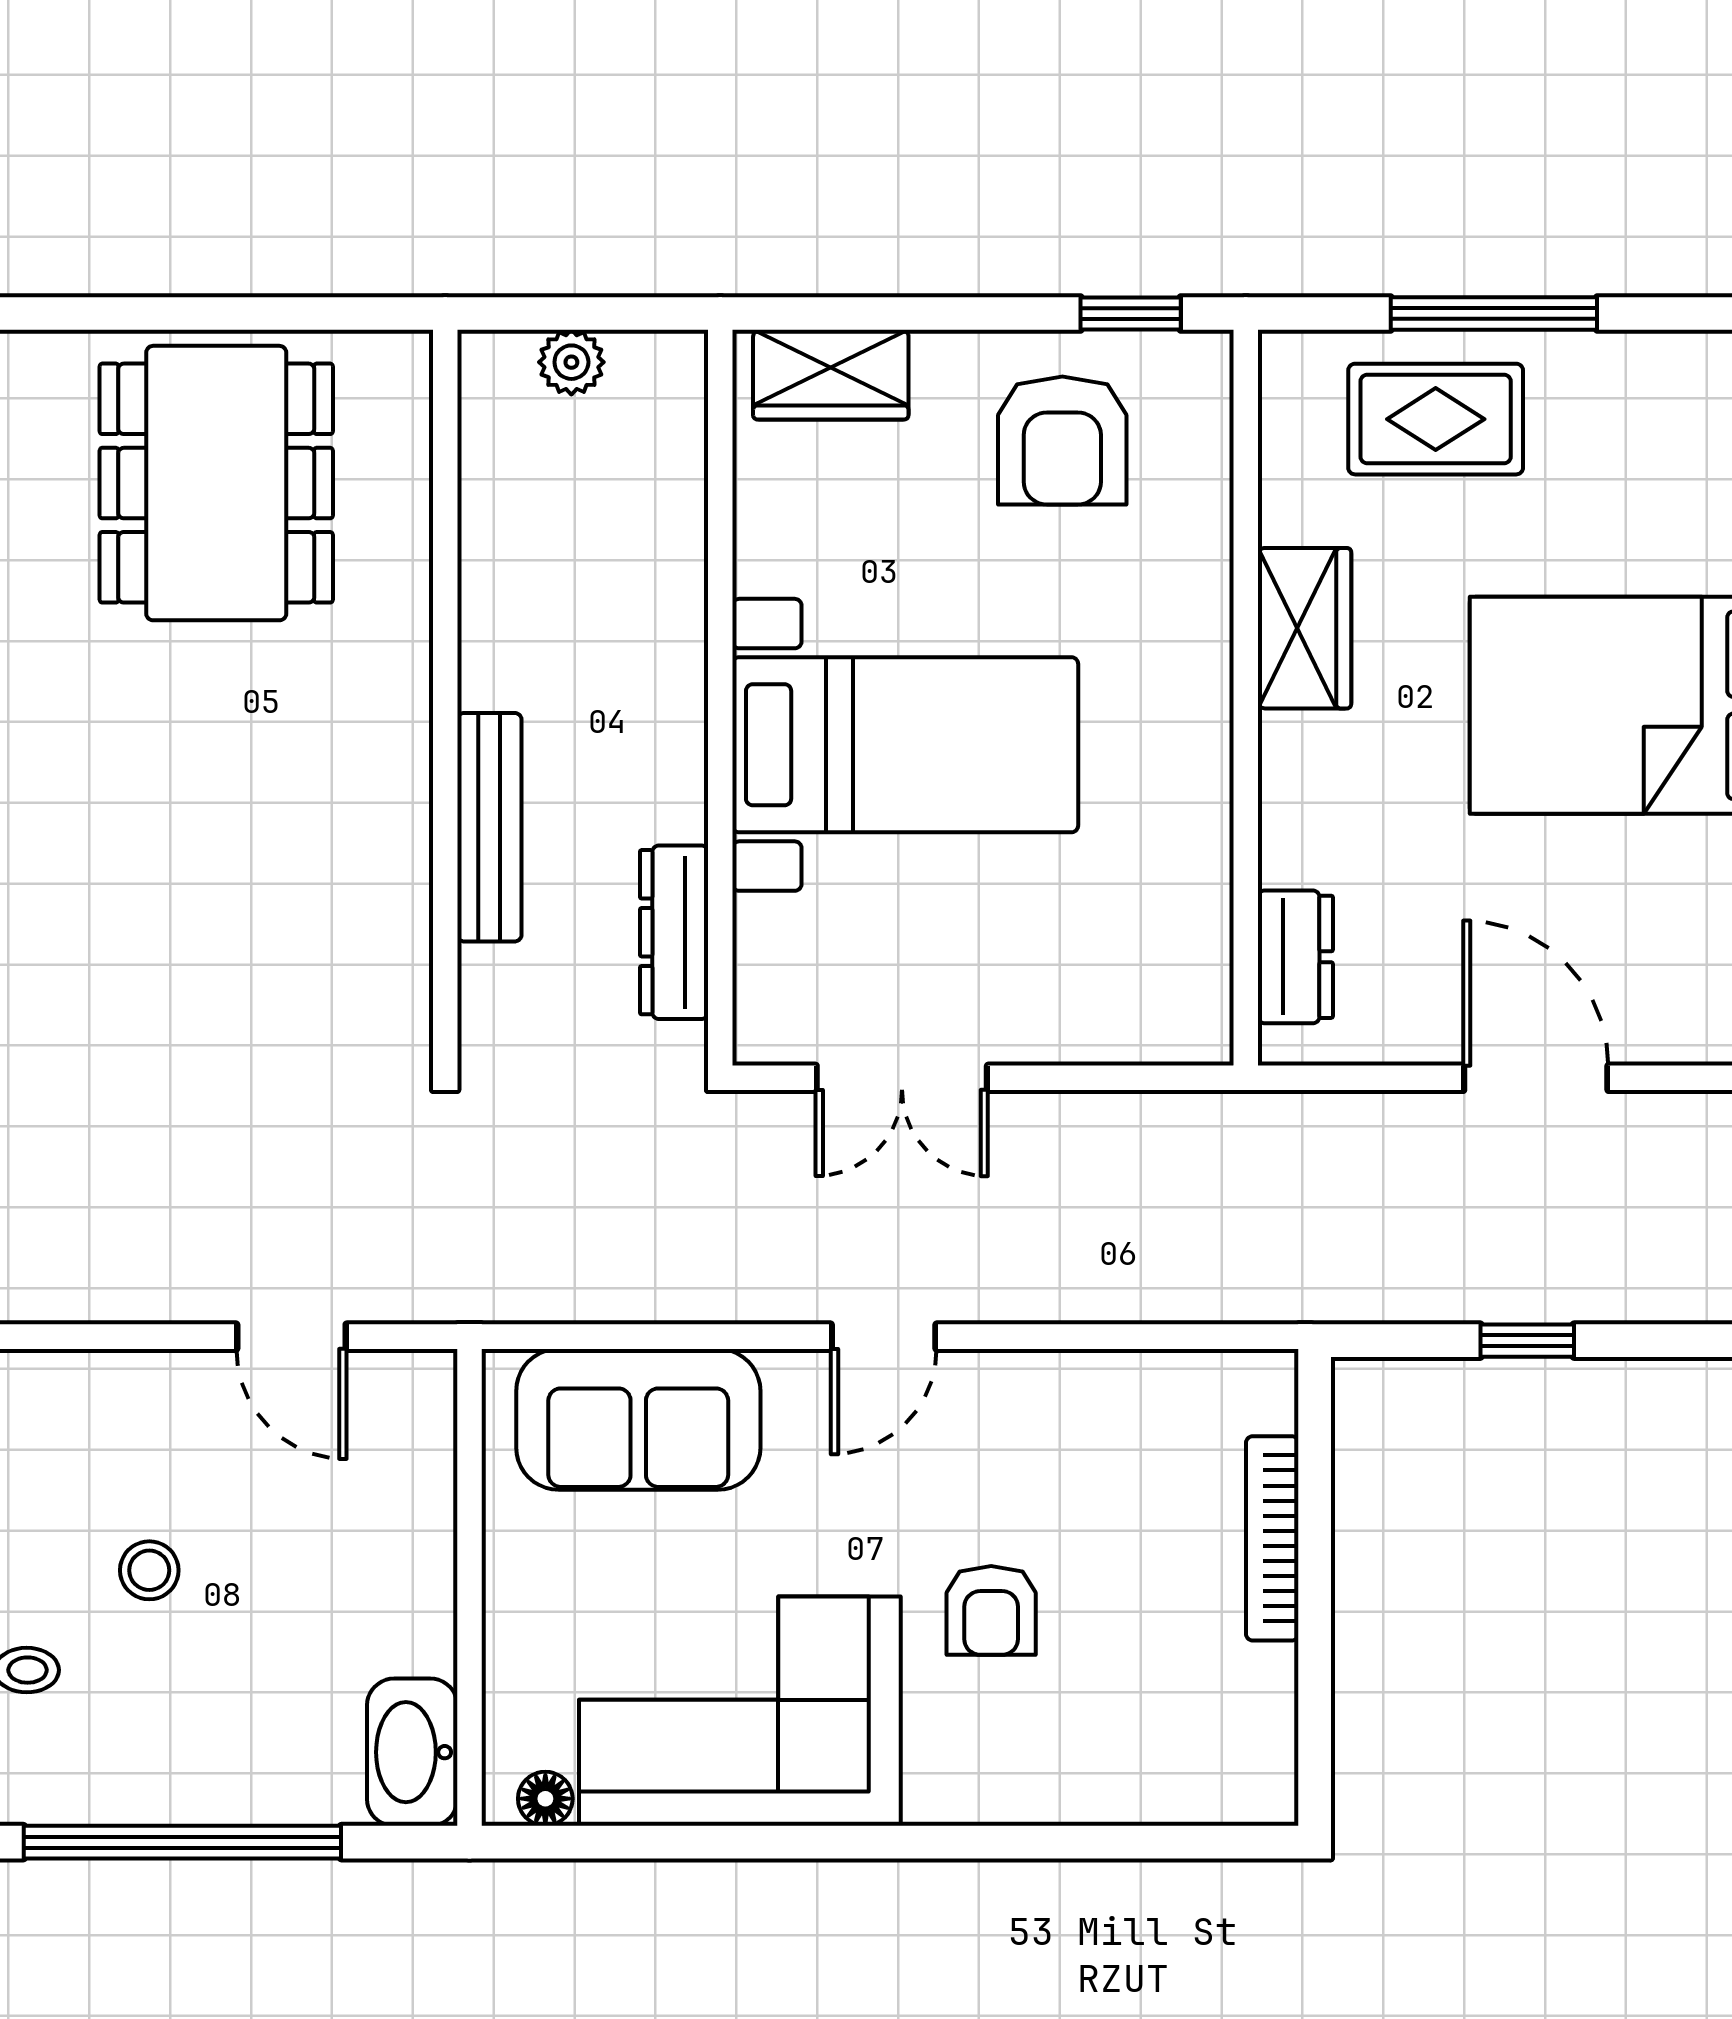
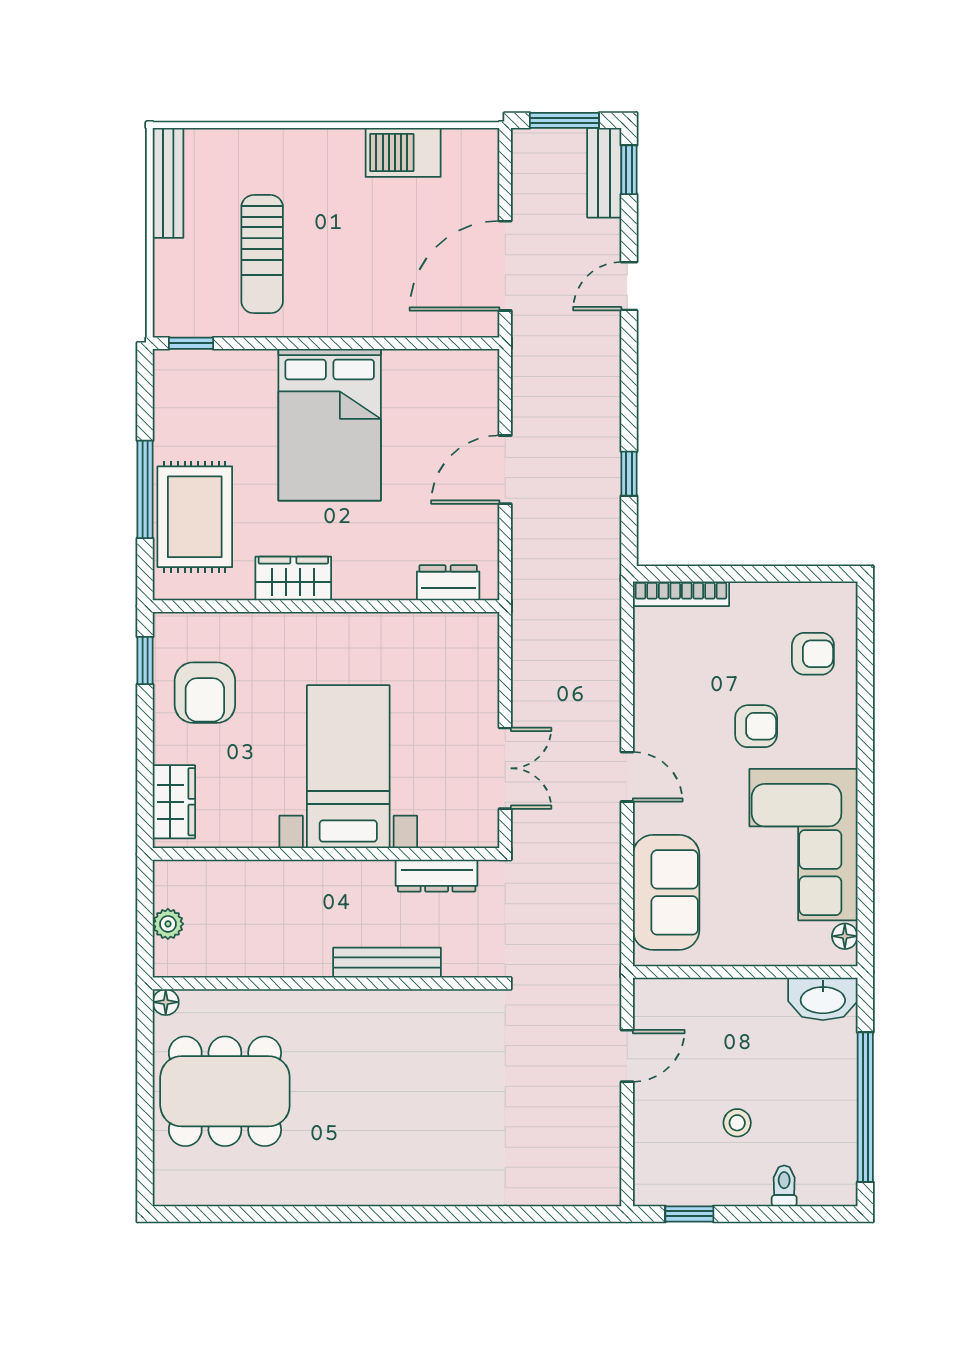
floor lamp: (405, 357) -> (166, 1002), added
rug: (1436, 419) -> (195, 517), width x1.36, depth x1.43
armchair: (1062, 440) -> (205, 693), turned 90
bookcase: (1272, 1538) -> (681, 594), moved
armchair: (1145, 1731) -> (813, 654), added

